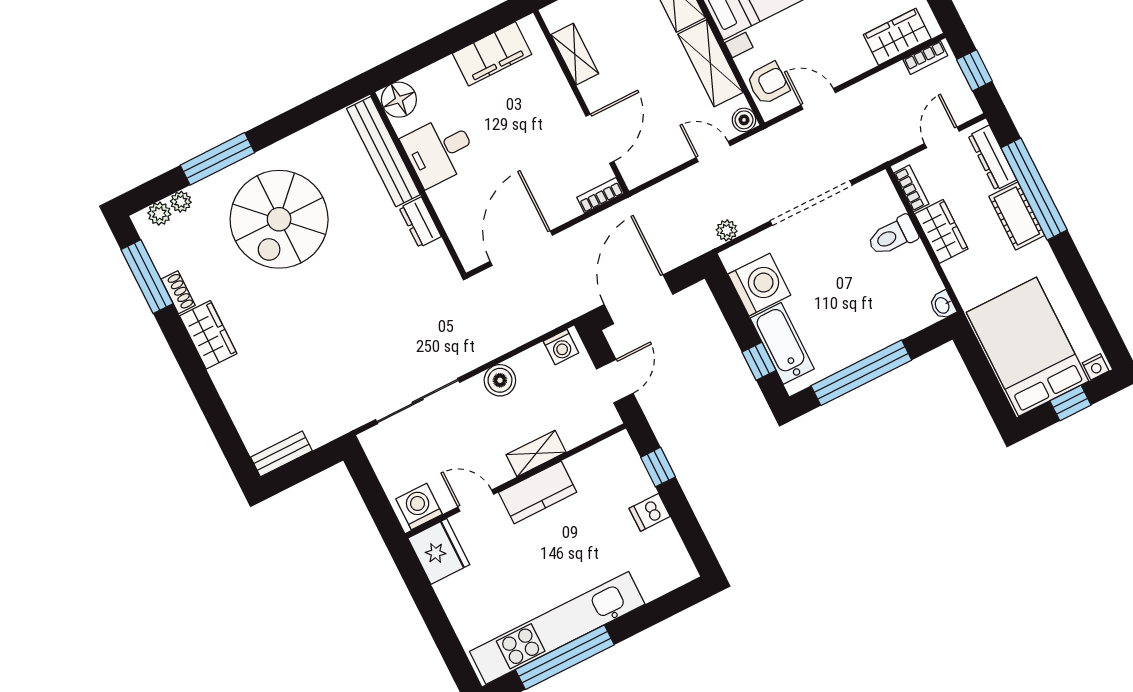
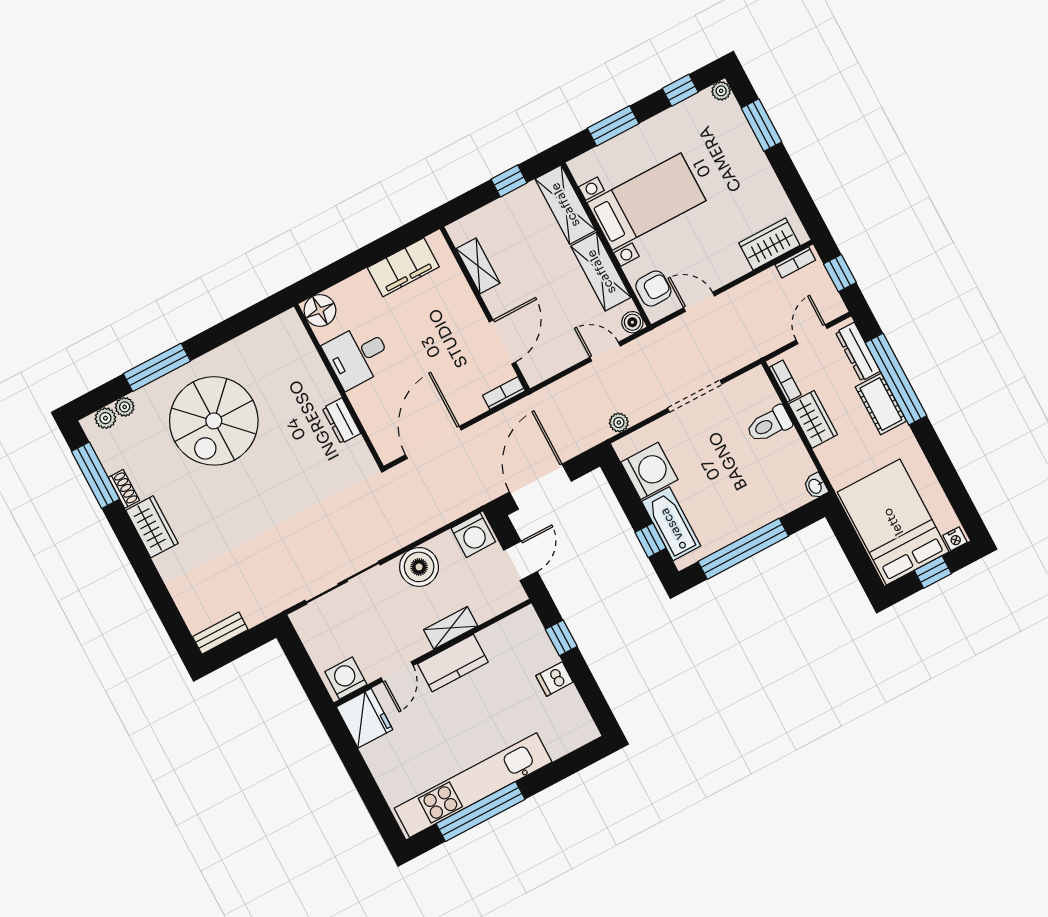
bench: (383, 152) -> (307, 358), removed
doorway: (811, 203) -> (695, 396), width x0.73
washing machine: (561, 347) -> (473, 535), width x1.38, depth x1.38
boiler: (500, 380) -> (419, 567), width x1.37, depth x1.37
door: (476, 501) -> (397, 672), swing flipped

